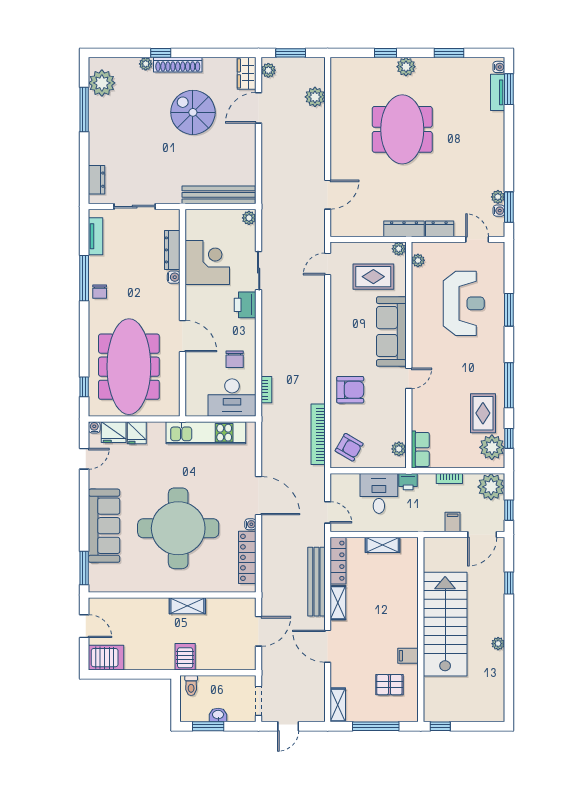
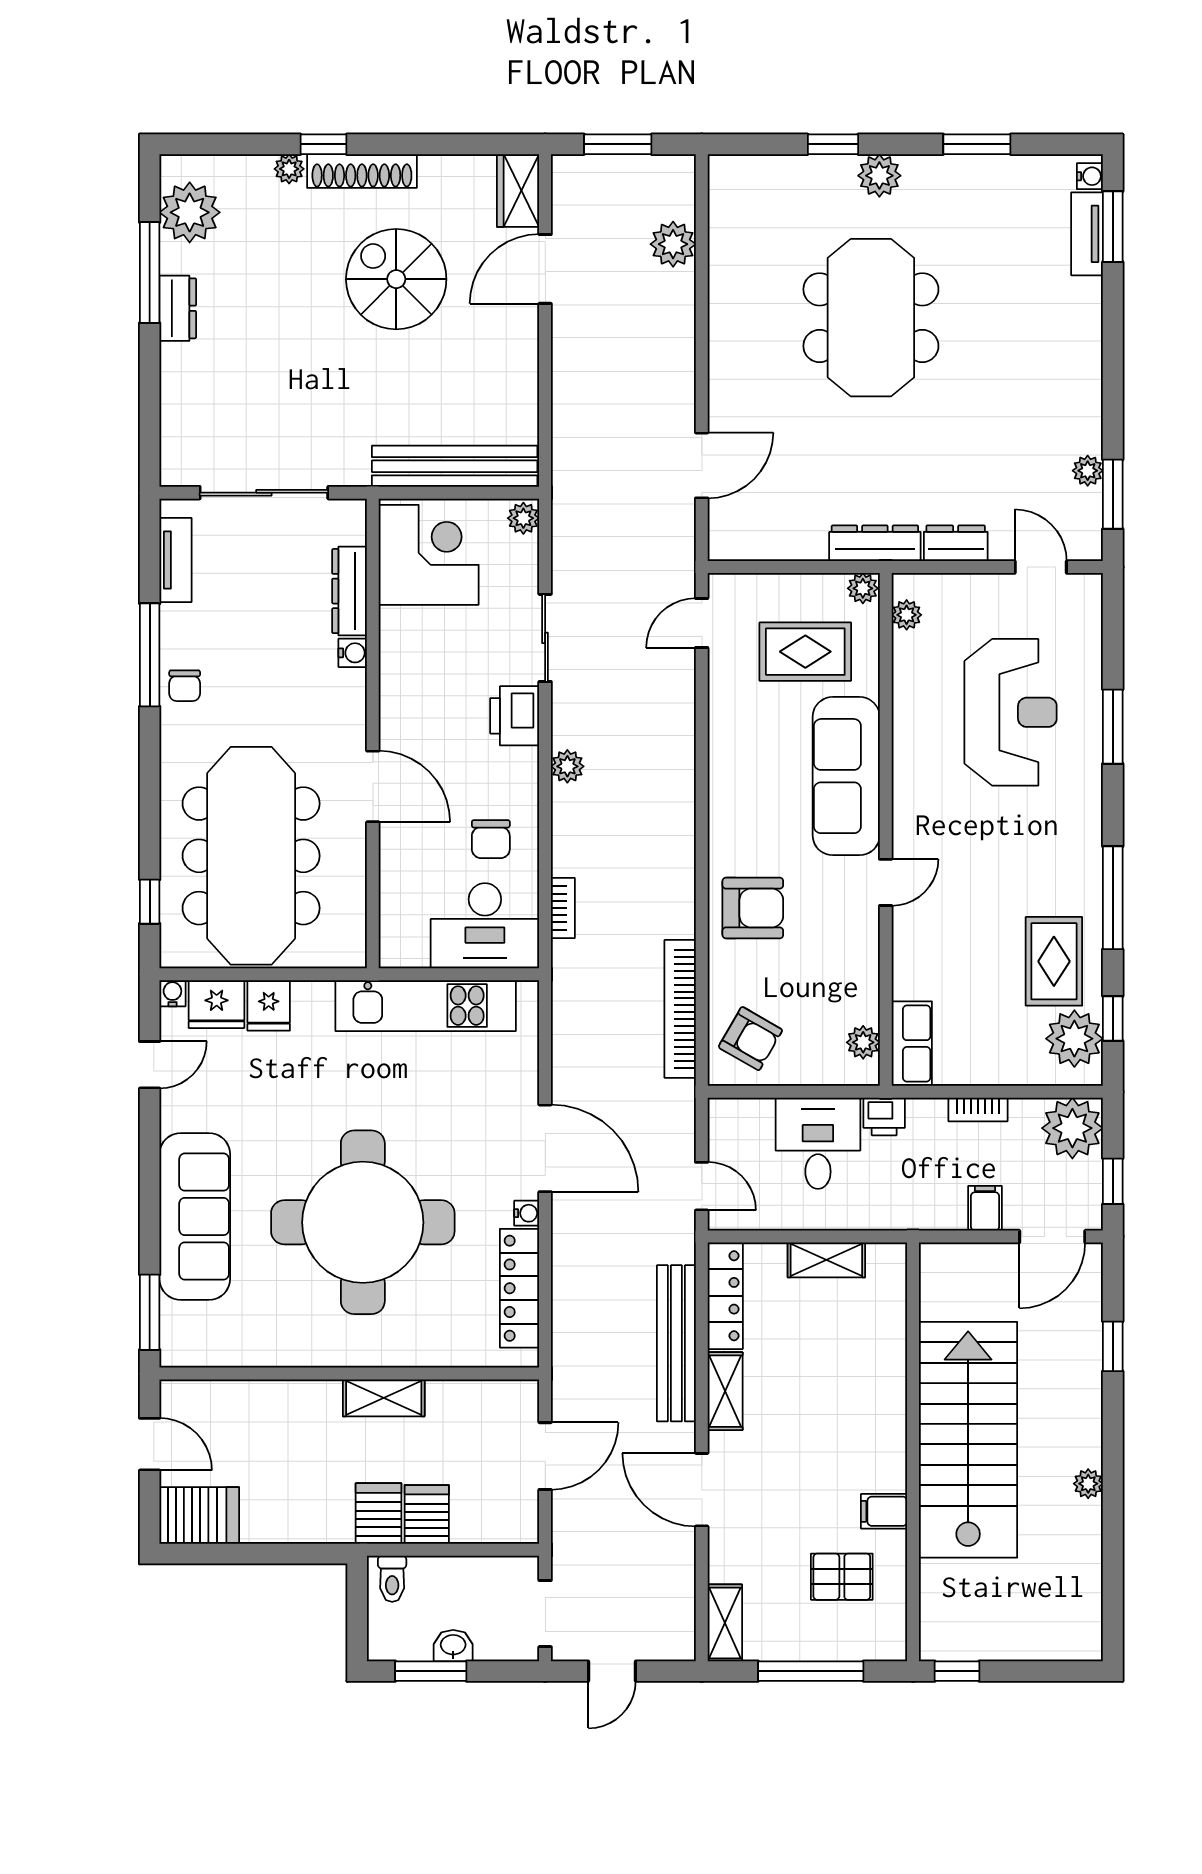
plant: (268, 70) -> (567, 766), moved
dresser: (97, 180) -> (178, 308), moved
sliding door: (135, 207) -> (264, 493), width x1.37
water cooler: (499, 211) -> (1090, 502), removed
corner desk: (207, 262) -> (429, 555), moved
server rack: (206, 657) -> (427, 1514), added

